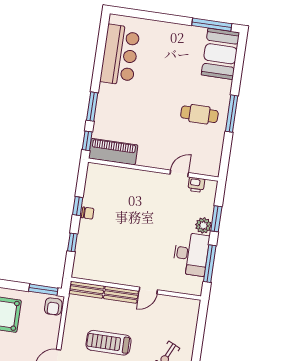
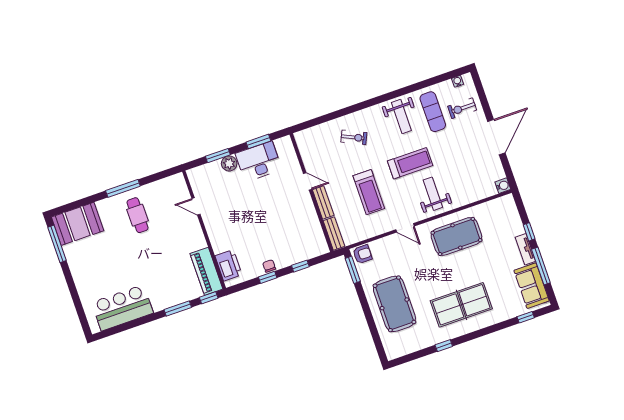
printer: (196, 185) -> (228, 265), moved, width x1.87, depth x1.48
window: (210, 264) -> (258, 141), width x0.69

